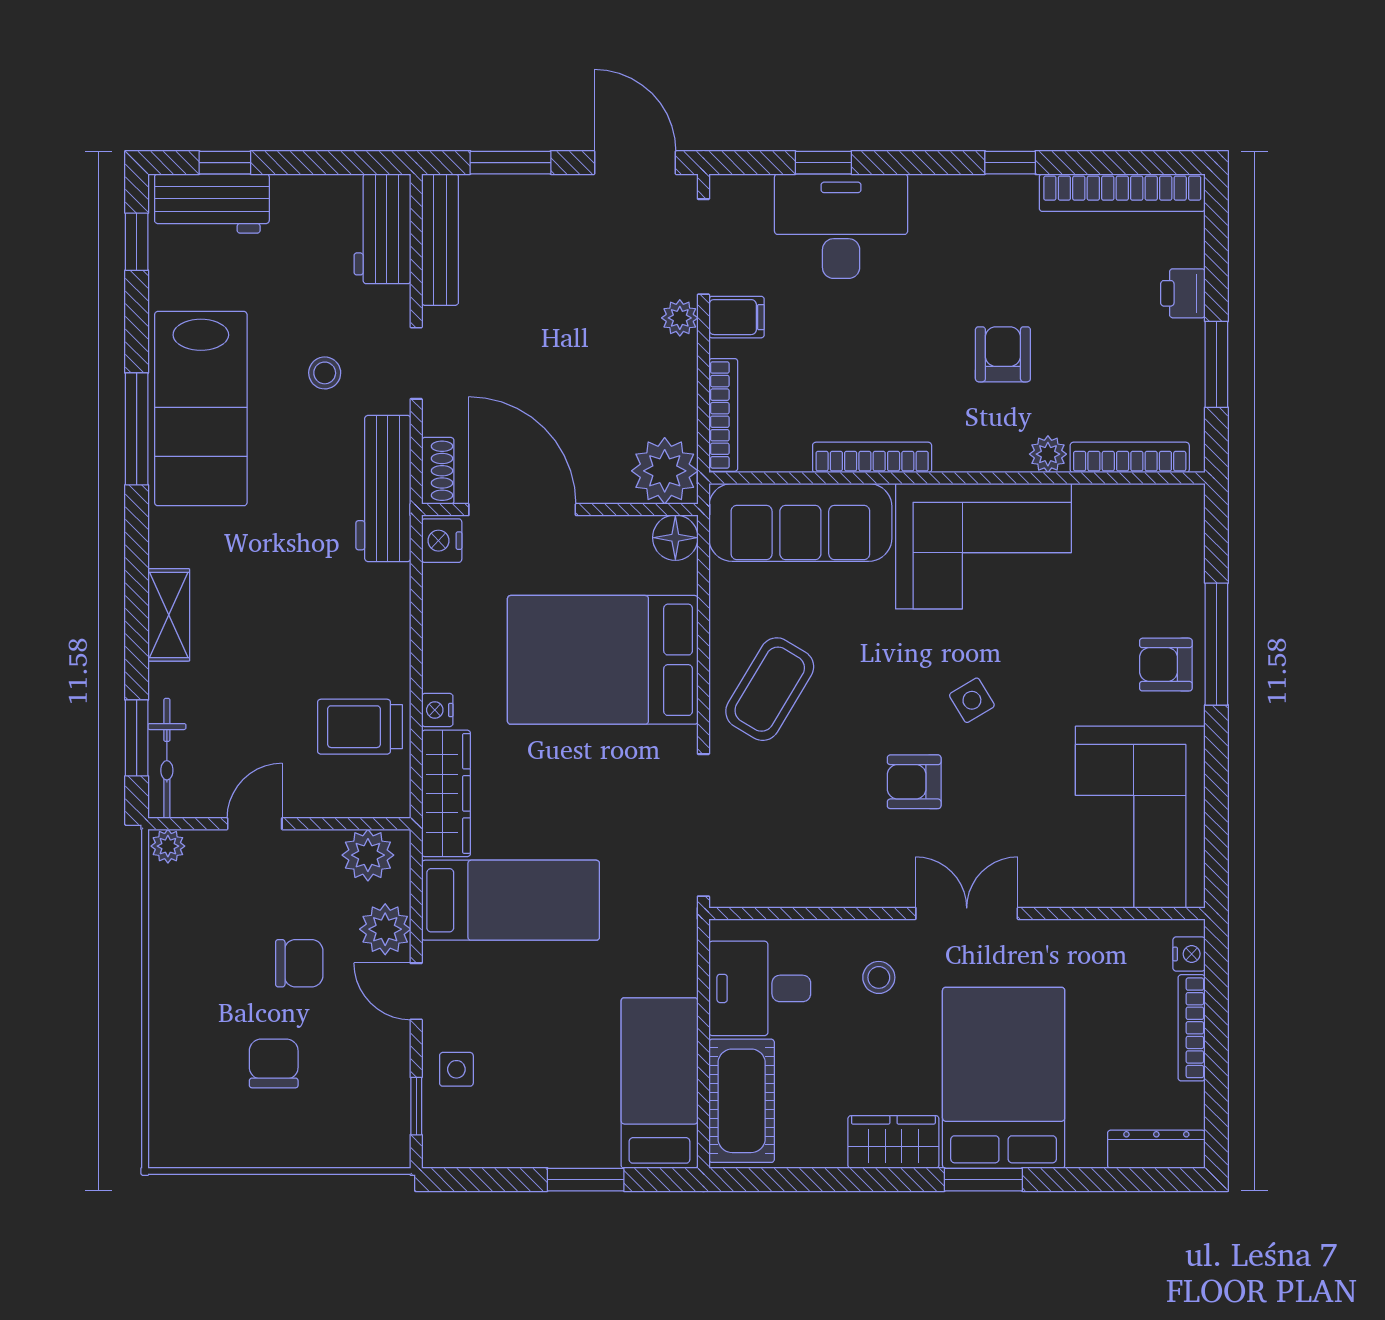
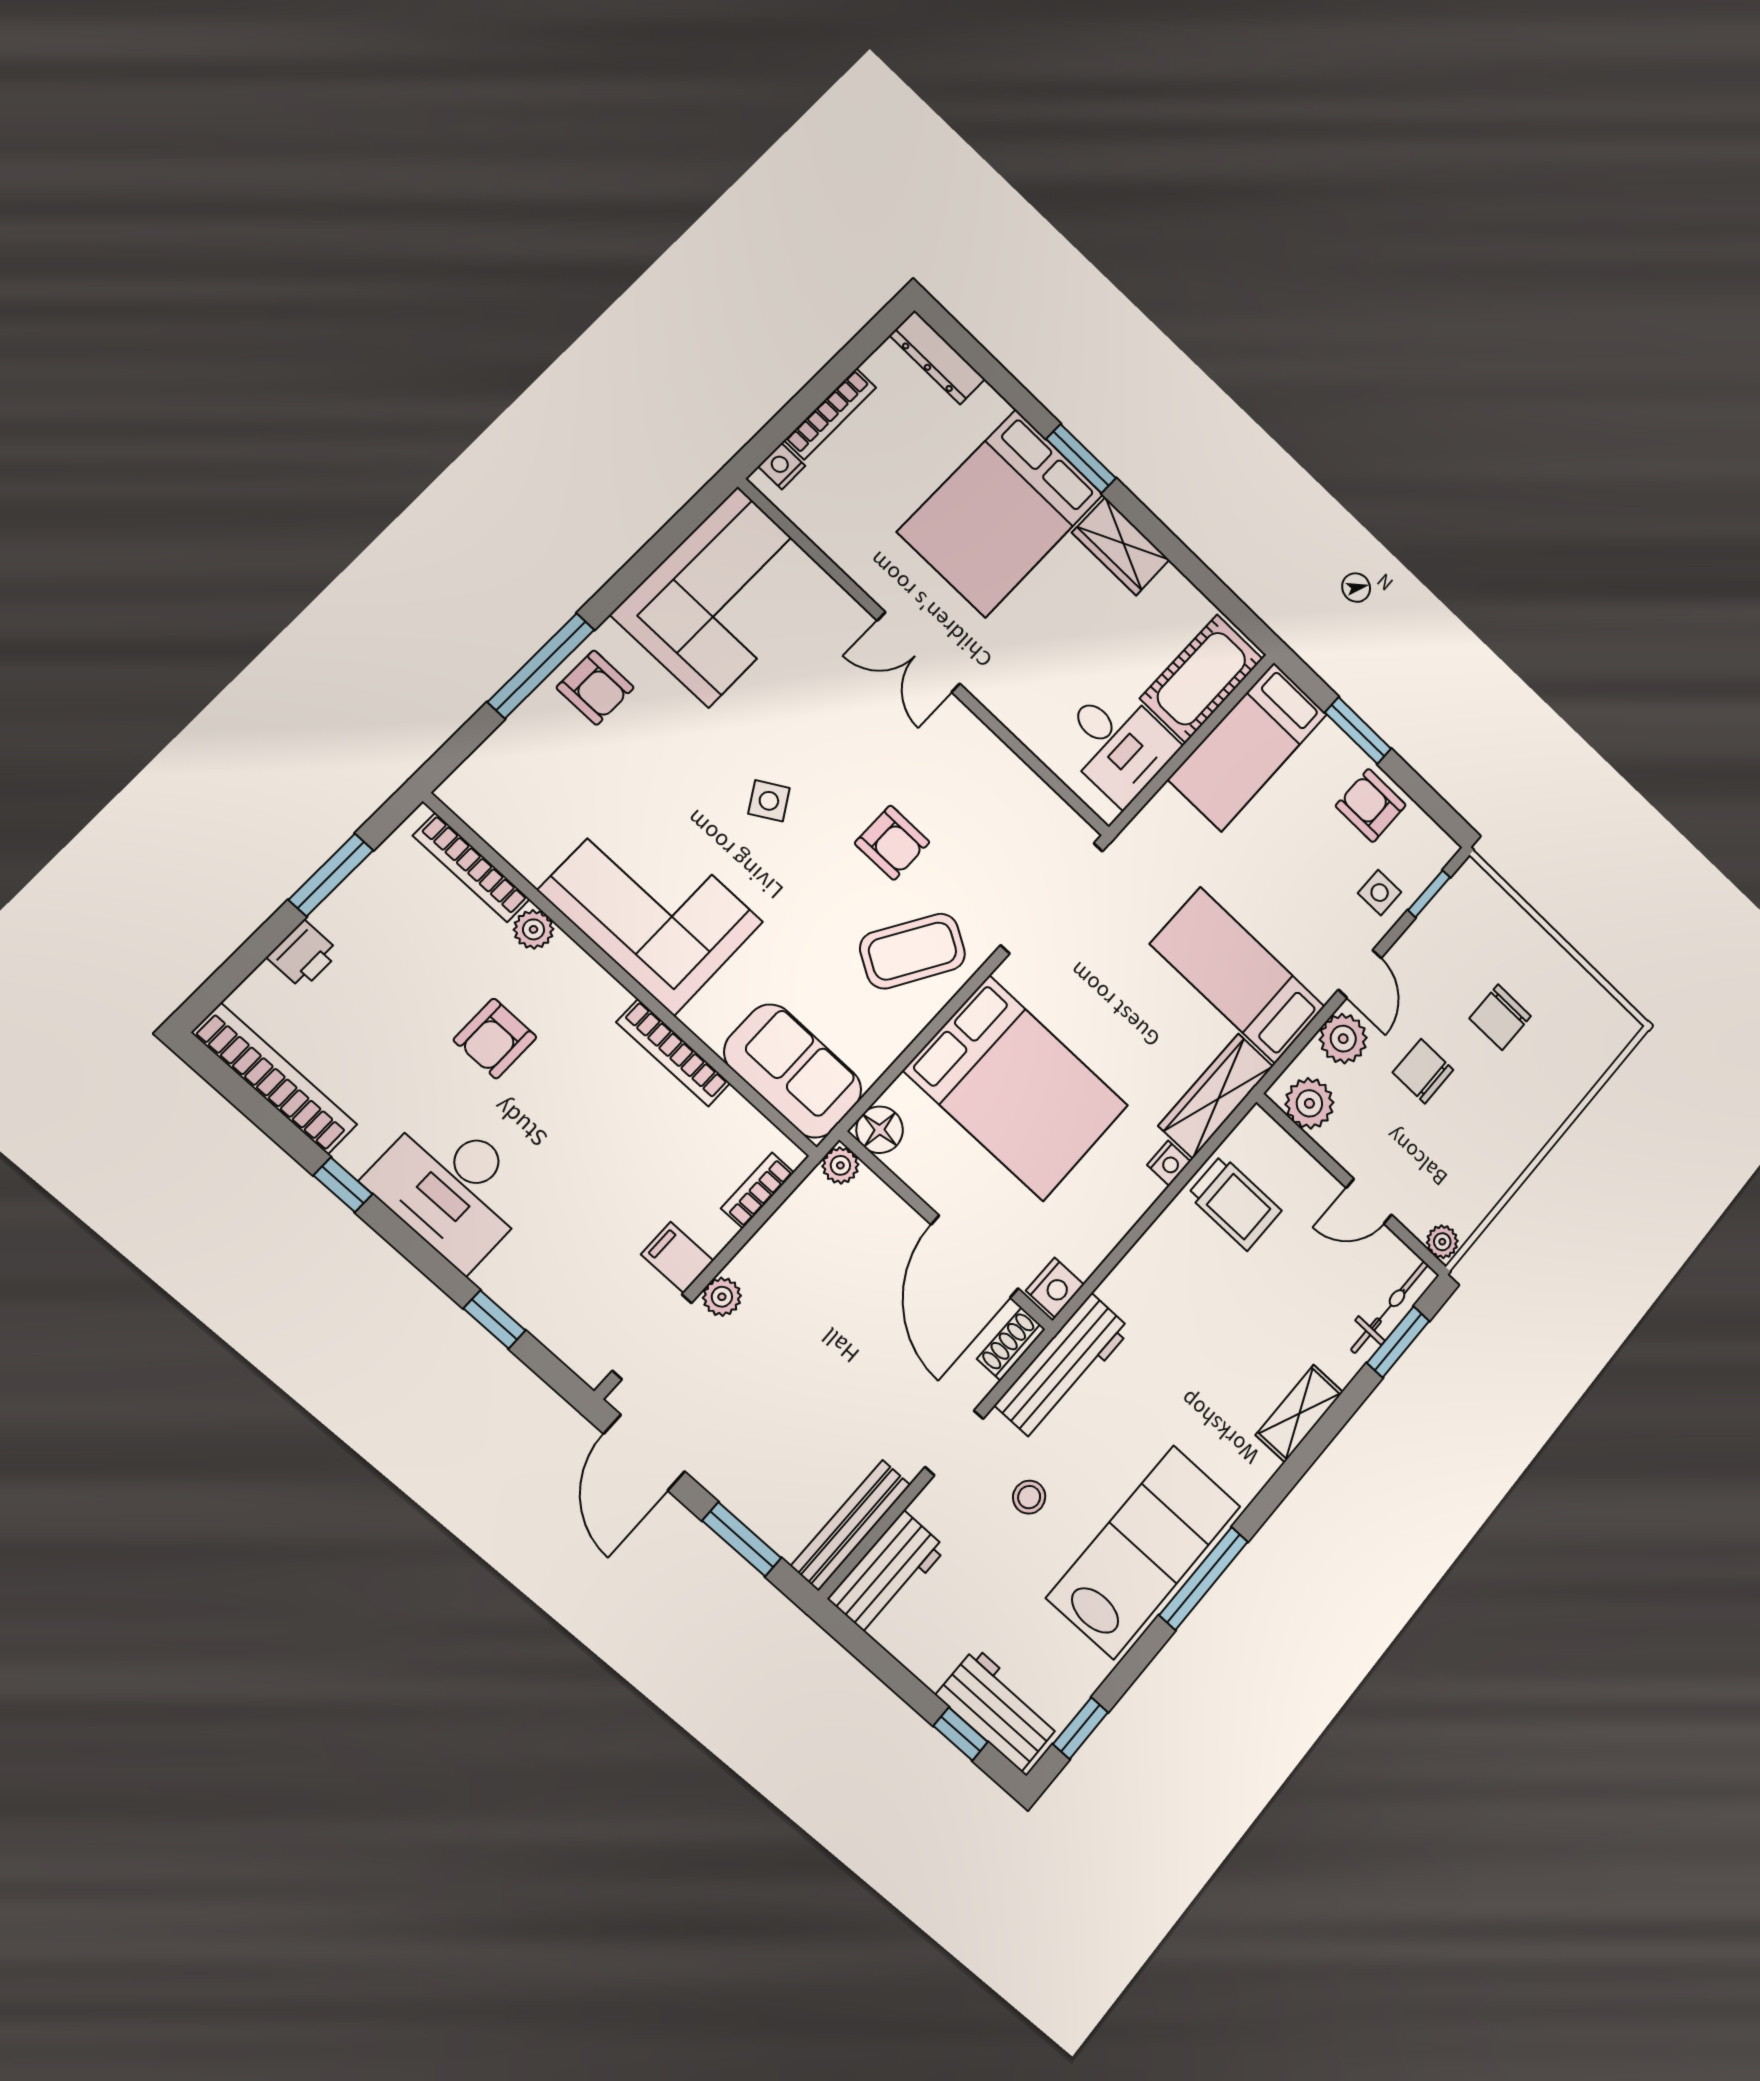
desk: (841, 226) -> (452, 1188), moved
bookcase: (723, 415) -> (758, 1190), width x0.64
plant: (665, 471) -> (840, 1165), width x0.53, depth x0.53
sofa: (800, 522) -> (793, 1071), width x0.73
armchair: (914, 782) -> (892, 843), moved
stool: (879, 977) -> (1025, 669), removed
armchair: (524, 1131) -> (1371, 805), added

